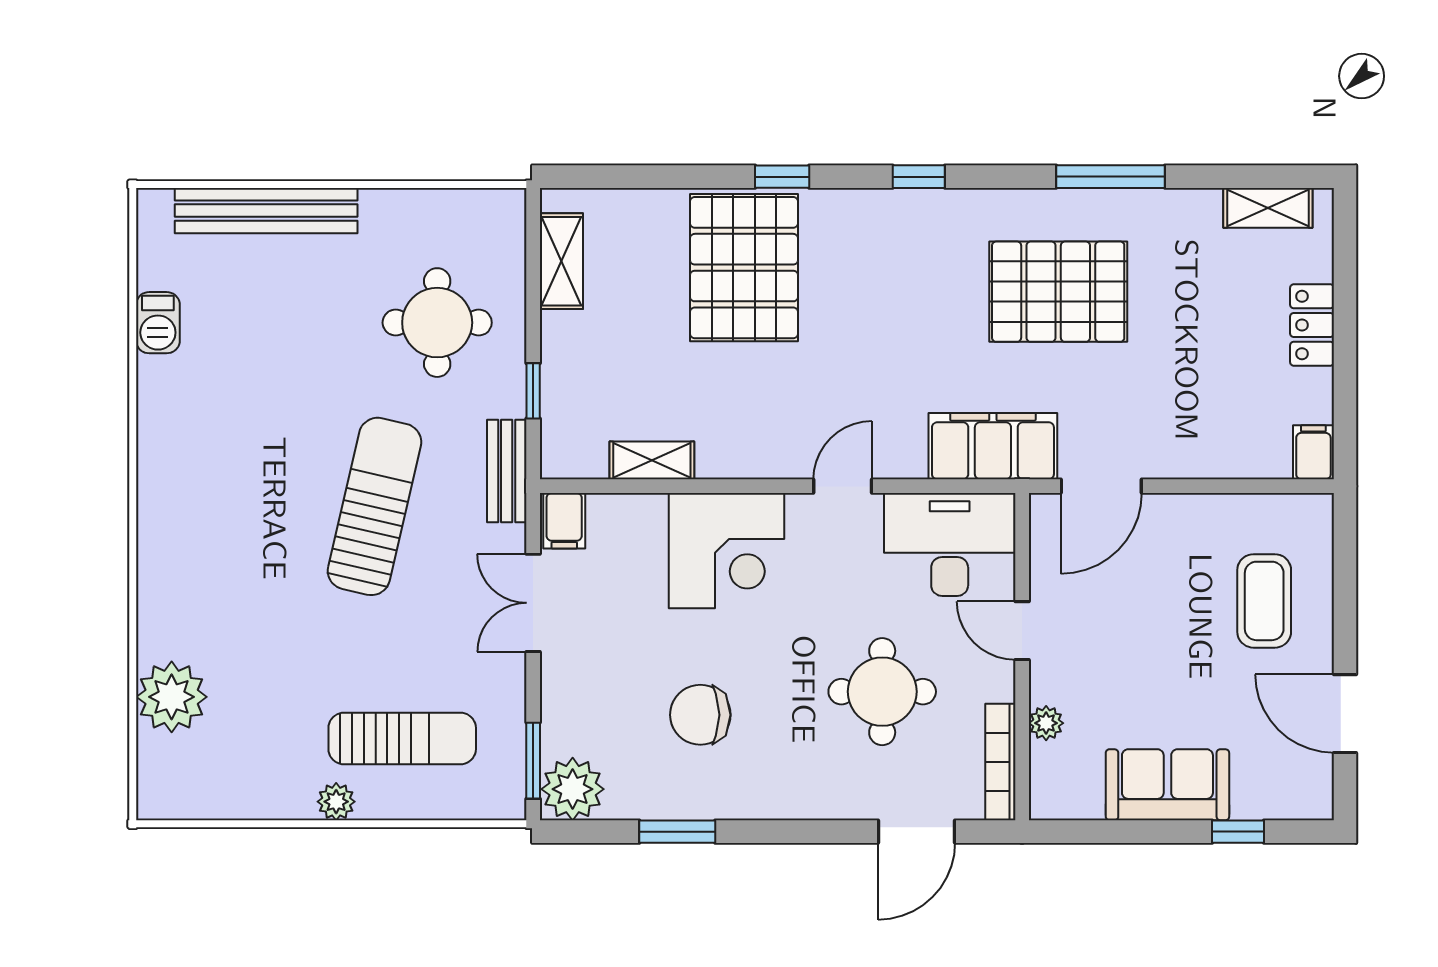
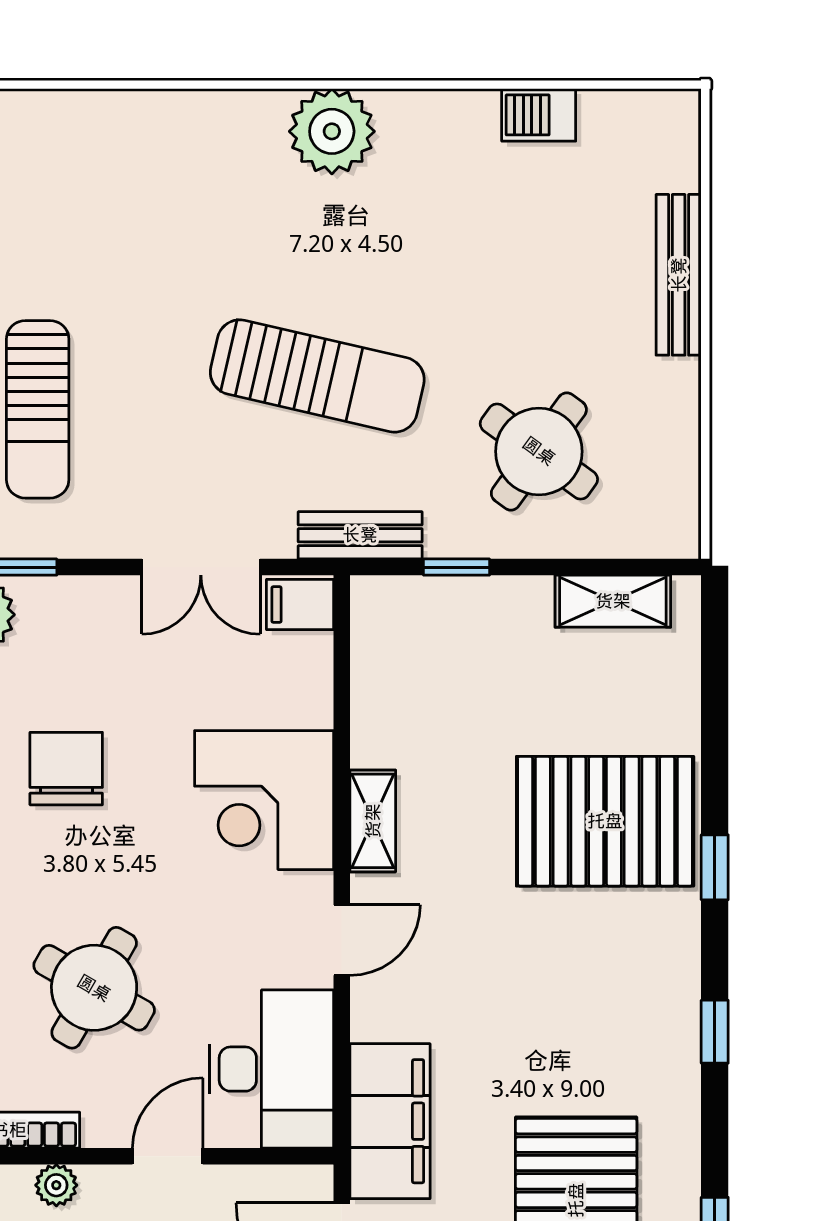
bench: (266, 211) -> (679, 275), width x0.73, depth x0.82
round table: (437, 323) -> (539, 451), turned 36
shelving: (652, 460) -> (373, 821), moved
door: (843, 486) -> (342, 940), hinge flipped
double door: (533, 603) -> (201, 567), swing flipped
round table: (882, 692) -> (94, 988), turned 30
plant: (172, 697) -> (332, 131), moved

